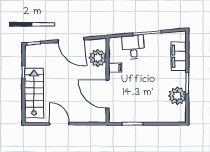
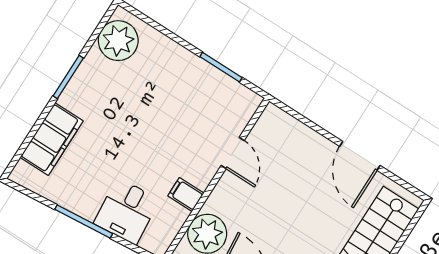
door: (108, 94) -> (233, 153), width x0.53
plant: (177, 96) -> (118, 41), moved

